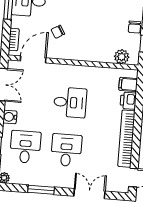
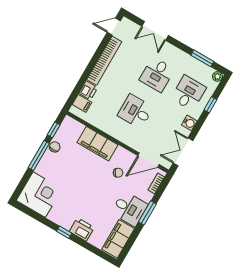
filing cabinet: (93, 51) -> (97, 144), added
plant: (122, 57) -> (77, 128), removed
desk: (25, 147) -> (188, 93), turned 180
window: (41, 190) -> (202, 58), moved

